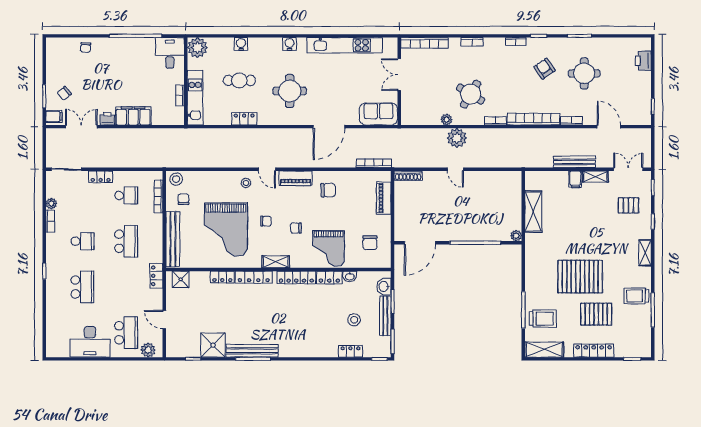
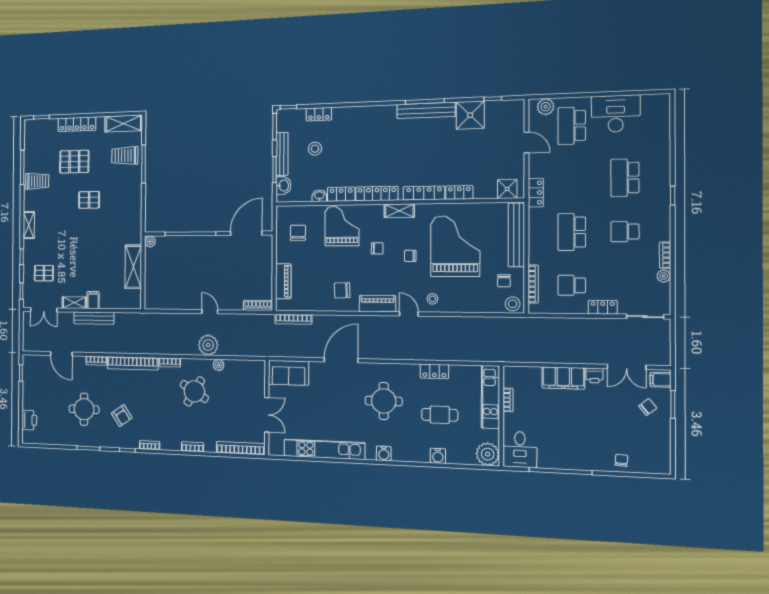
pallet: (580, 277) -> (89, 200), width x0.49, depth x0.50

